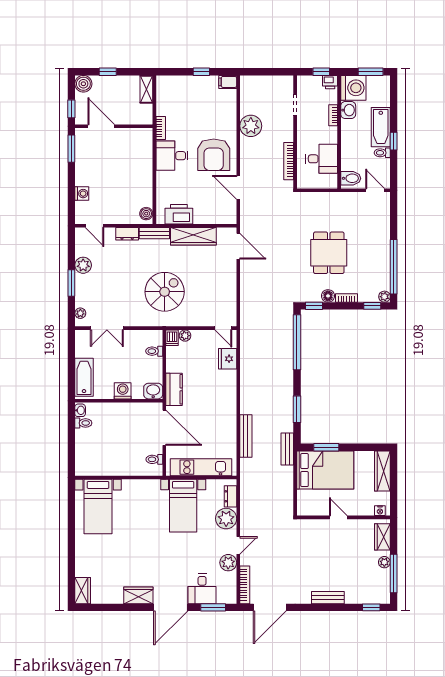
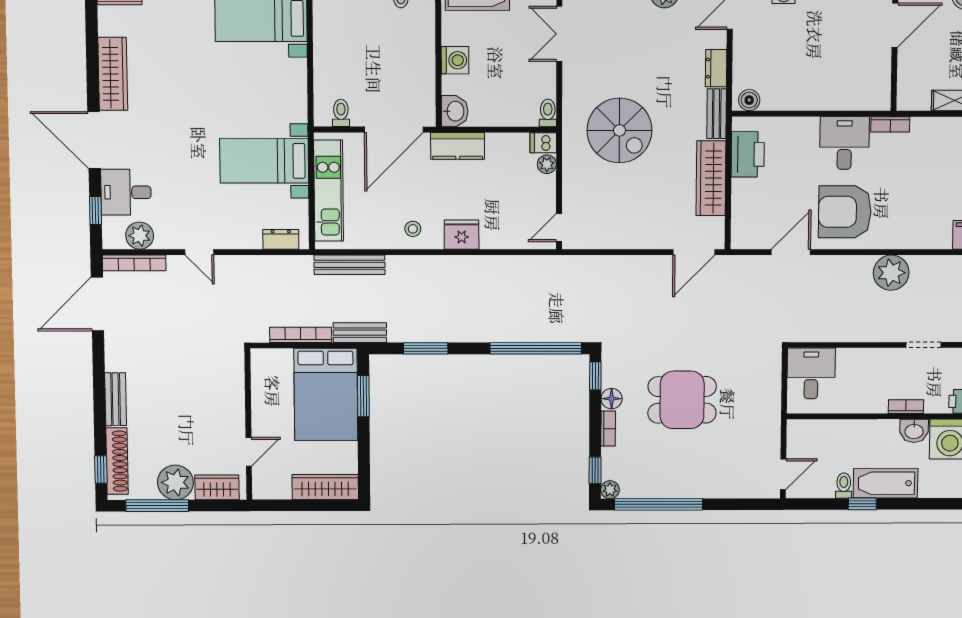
desk: (322, 159) -> (811, 373), moved, turned 180
bookcase: (289, 161) -> (301, 335), moved
bidet: (351, 178) -> (803, 435), removed
toilet: (154, 351) -> (548, 113), moved
fridge: (228, 359) -> (462, 235), moved
stool: (224, 417) -> (413, 229), added
bench: (246, 436) -> (349, 265), moved
nightstand: (380, 511) -> (260, 483), removed
door: (338, 517) -> (249, 452), moved
plant: (226, 519) -> (244, 232), removed
plant: (384, 562) -> (175, 482), width x1.87, depth x1.87
plant: (228, 563) -> (140, 236), moved
wardrobe: (138, 595) -> (113, 74), width x1.50
shoe rack: (366, 597) -> (117, 461), added
window: (213, 607) -> (95, 210), width x0.67
door: (270, 607) -> (97, 304), hinge flipped

